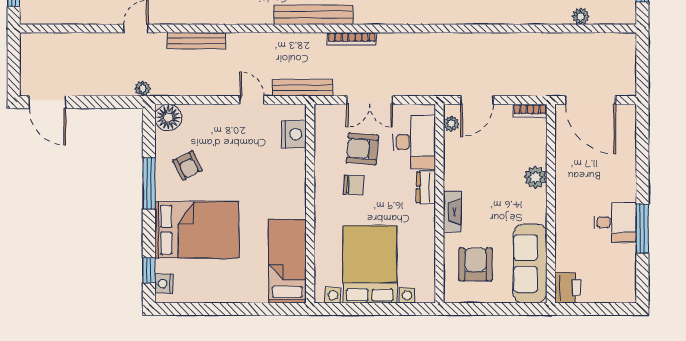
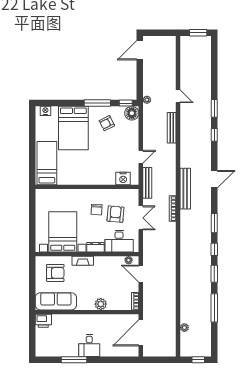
double door: (370, 100) -> (141, 218), swing flipped
desk: (615, 222) -> (89, 345), moved
bed: (287, 261) -> (47, 163), moved, turned -90
bed with nightstands: (370, 264) -> (63, 232), moved, turned -90
window: (149, 270) -> (126, 103), moved

